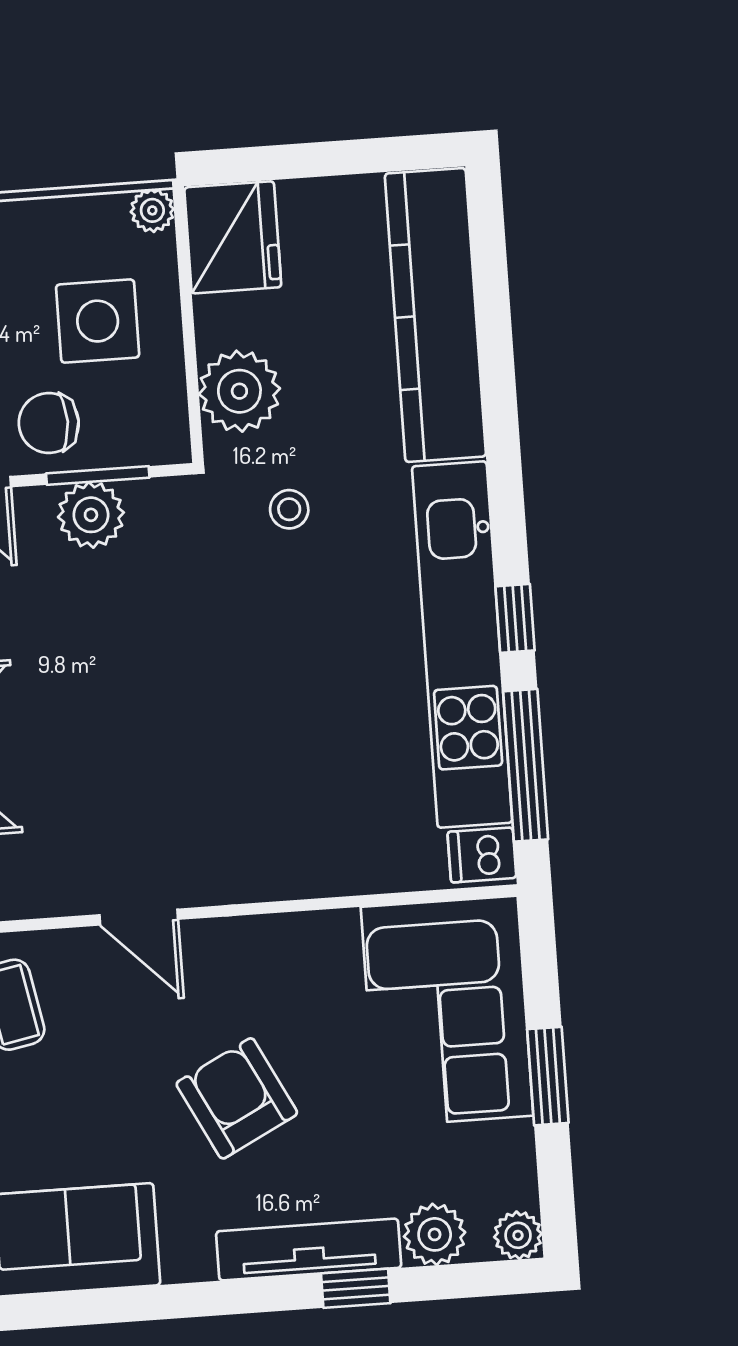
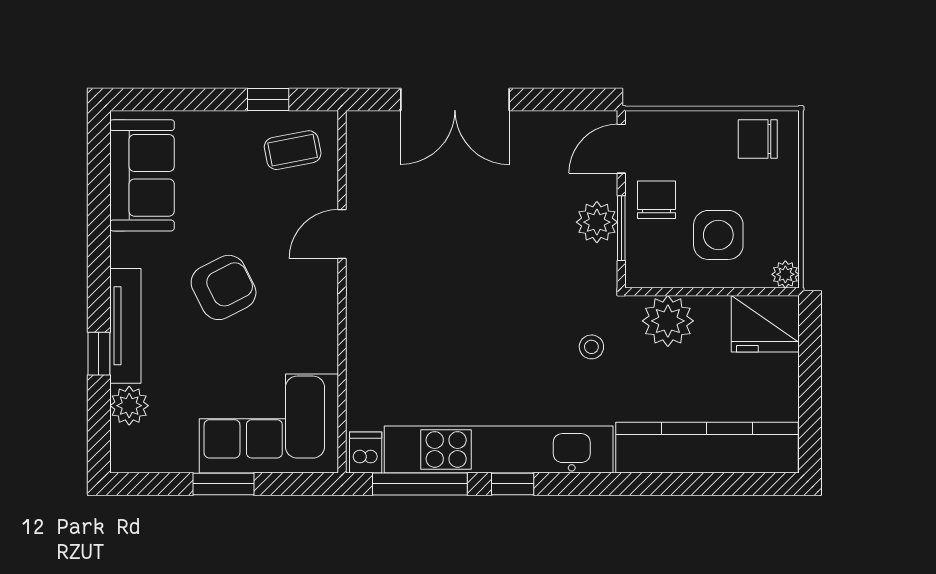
plant: (518, 1235) -> (125, 458), removed

